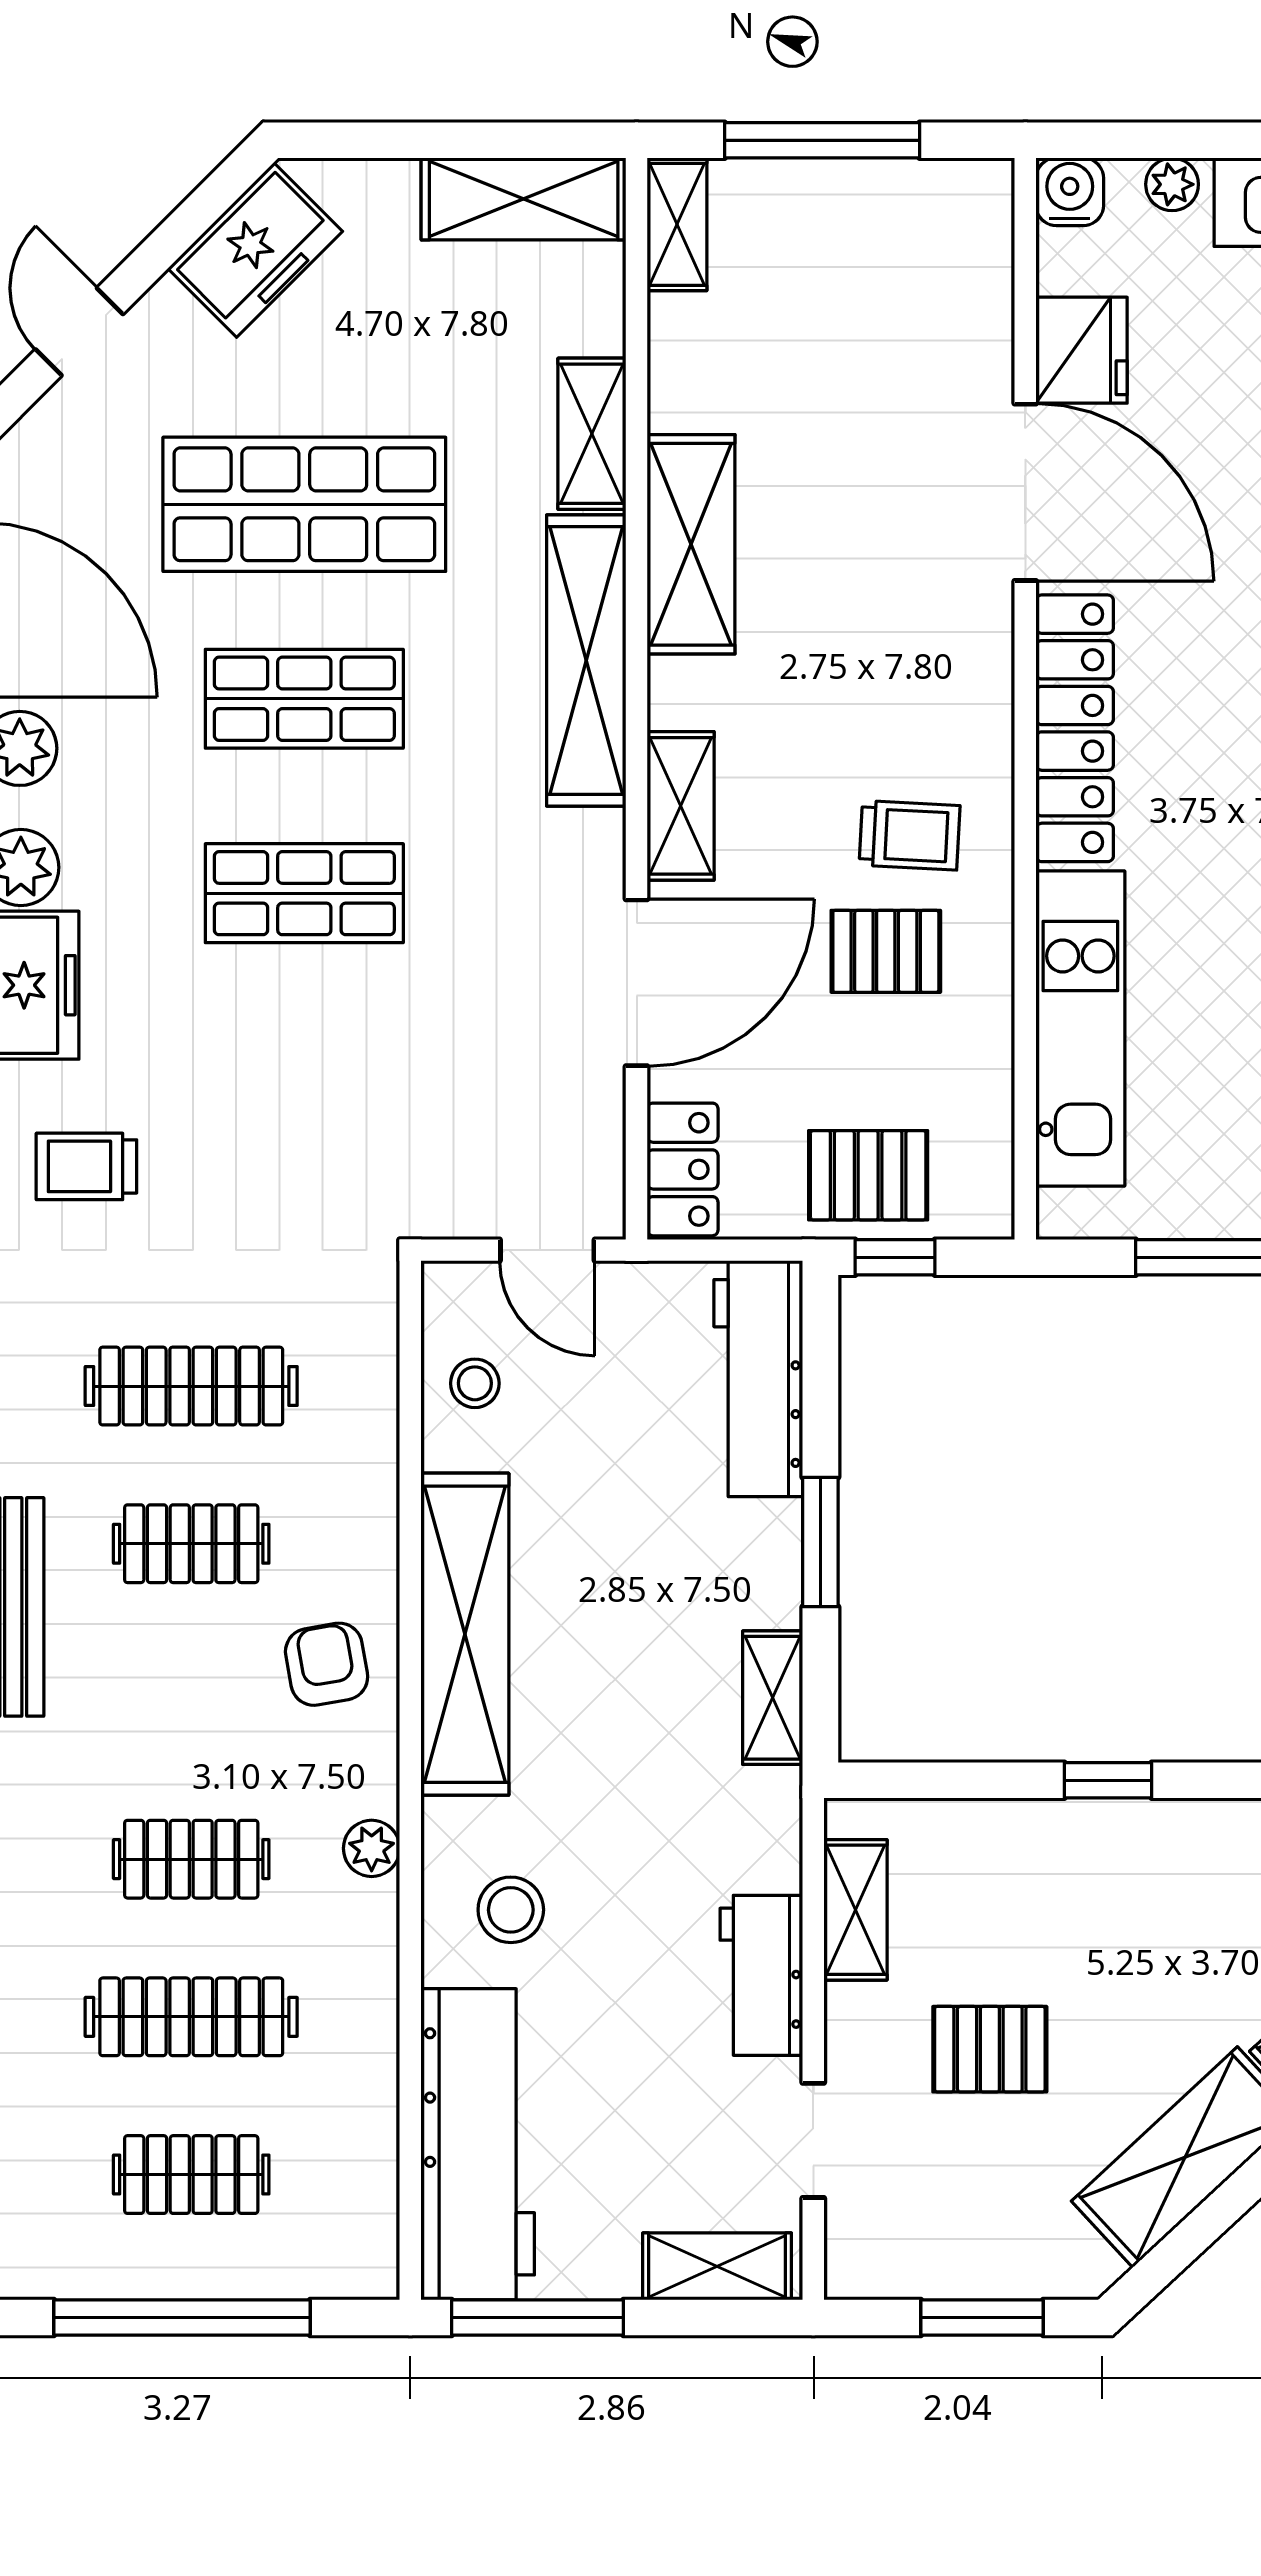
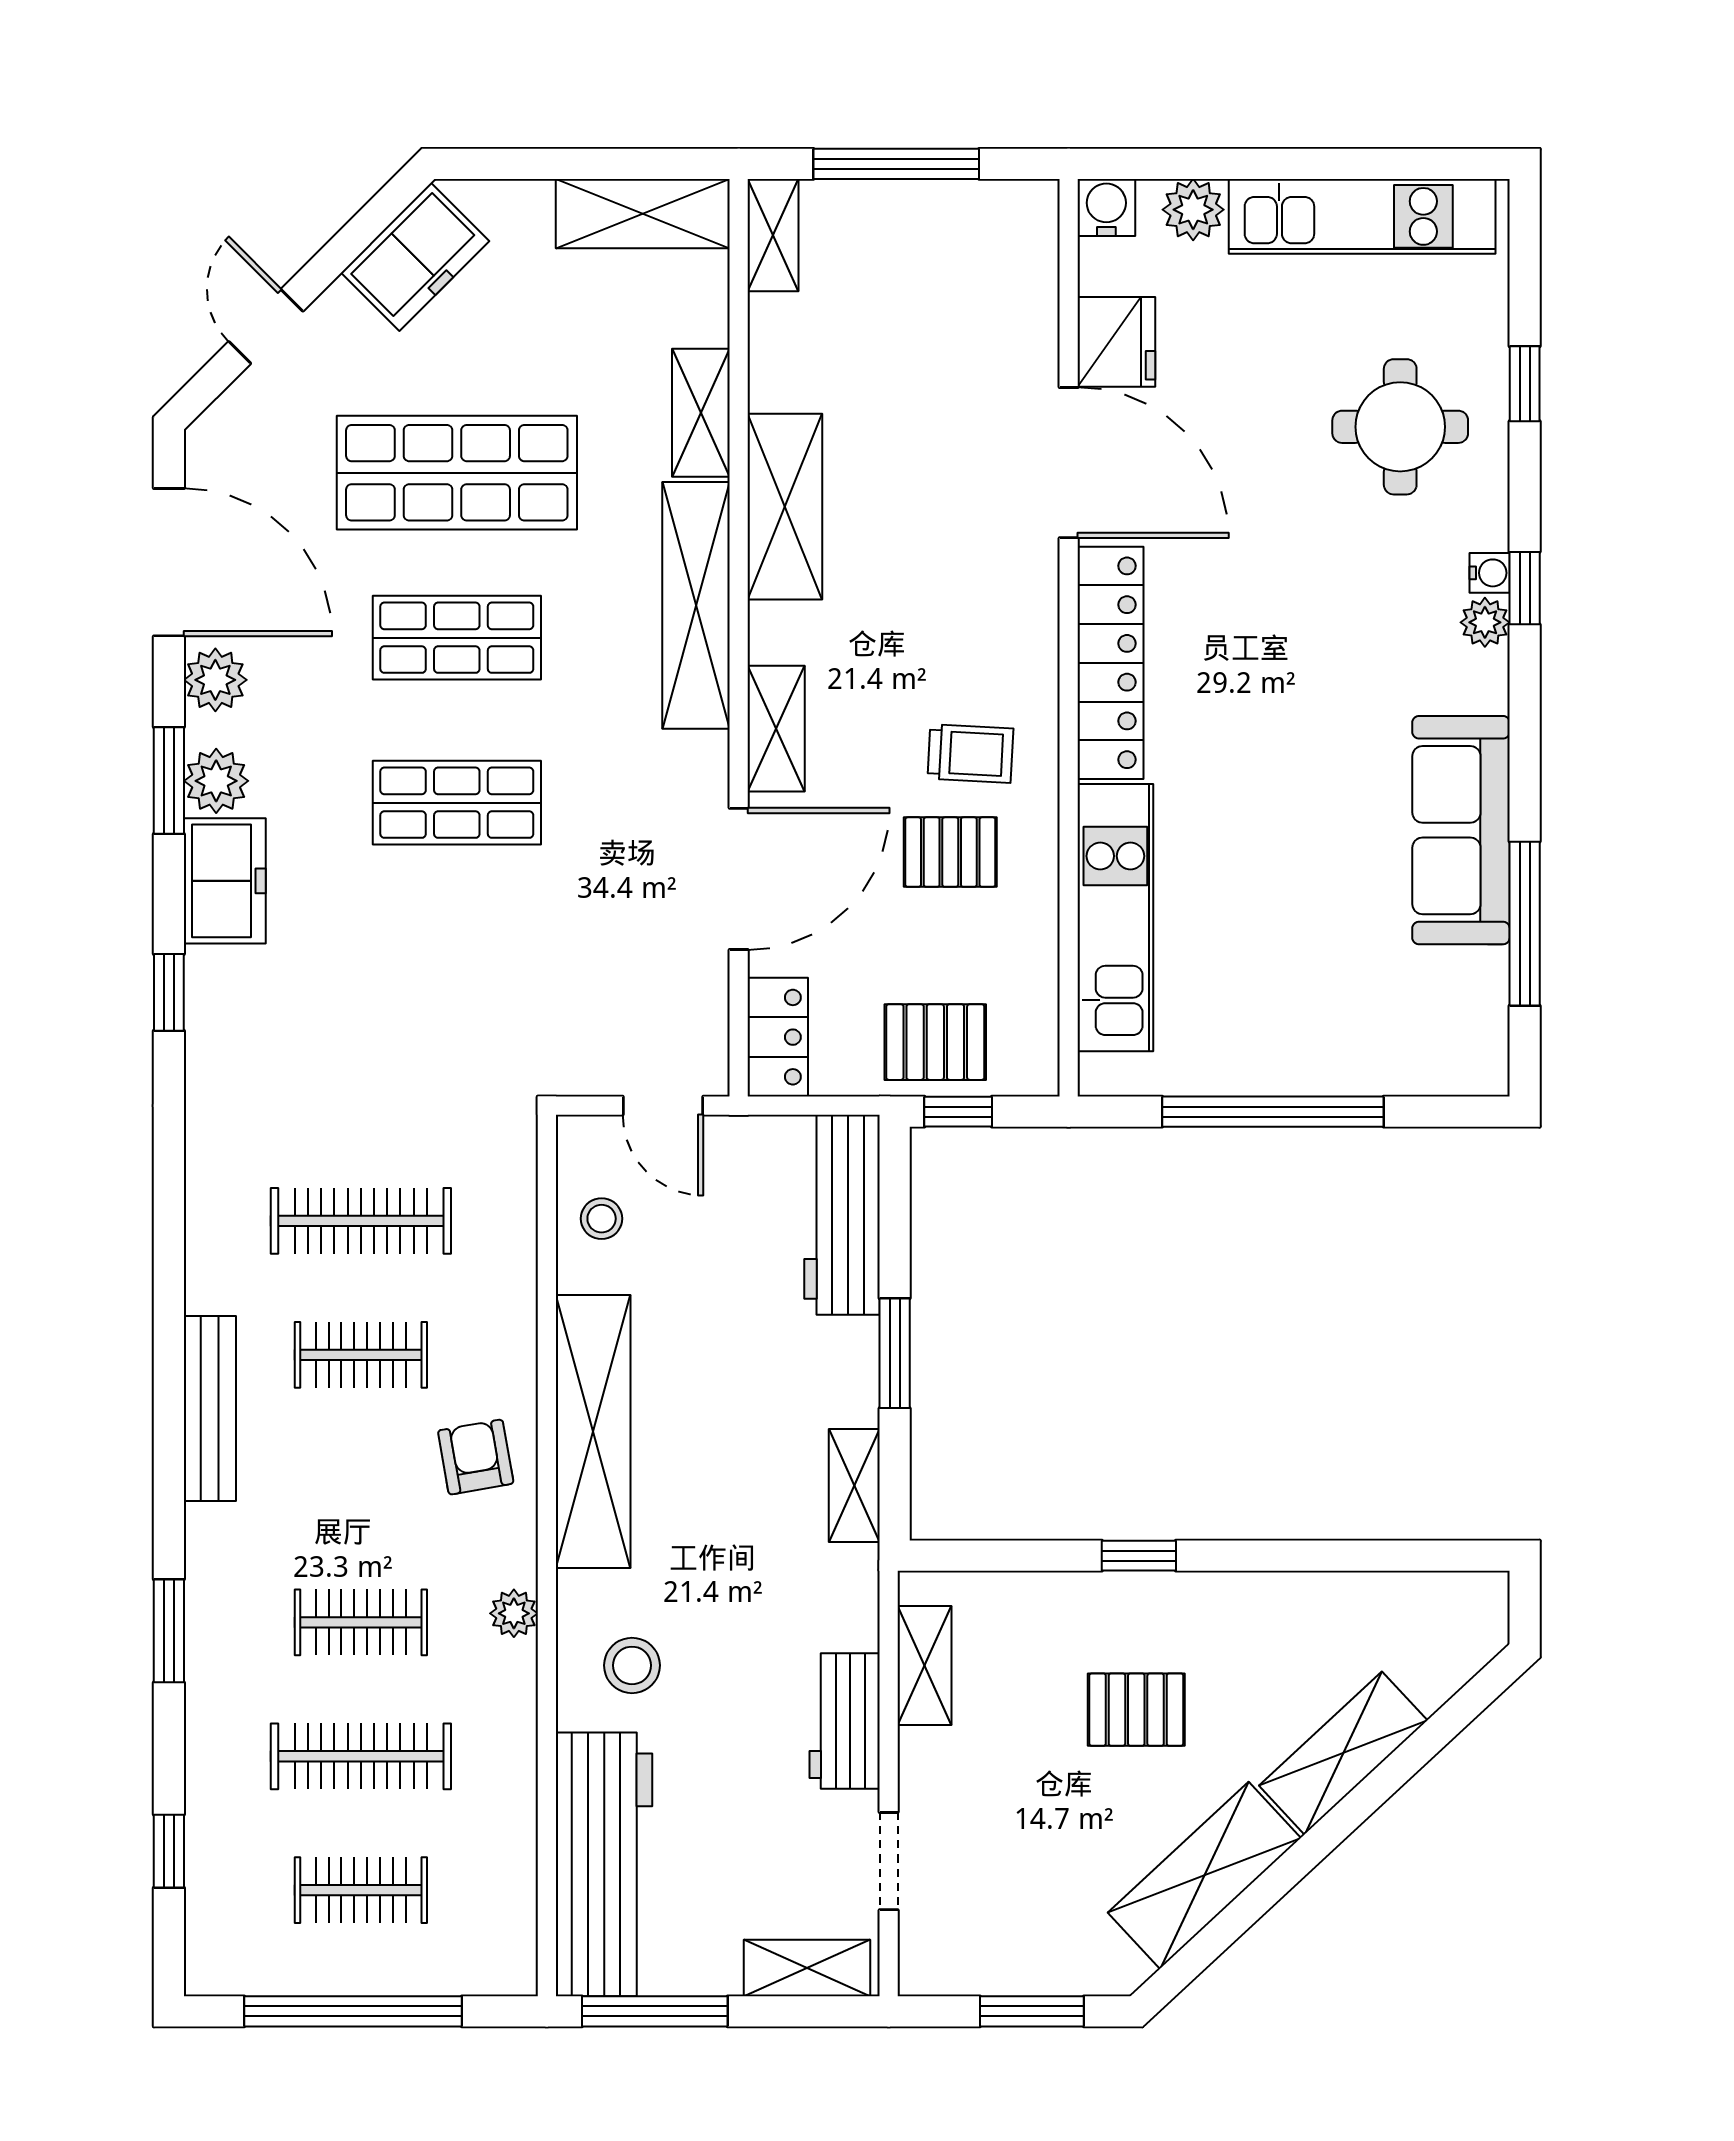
plant: (1172, 184) -> (1193, 210), width x1.38, depth x1.38
trolley: (86, 1166) -> (272, 1035), removed
pallet: (990, 2049) -> (1136, 1710), moved

